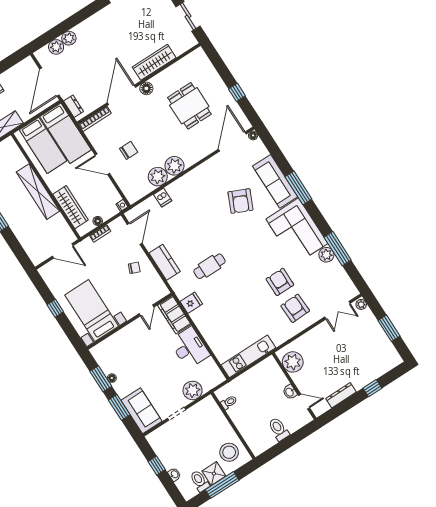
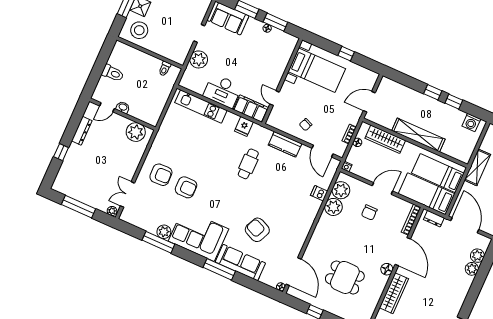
plant: (174, 166) -> (341, 190), moved
window: (389, 328) -> (78, 207), width x1.44
kitchen unit: (248, 356) -> (201, 106), moved, turned 90

